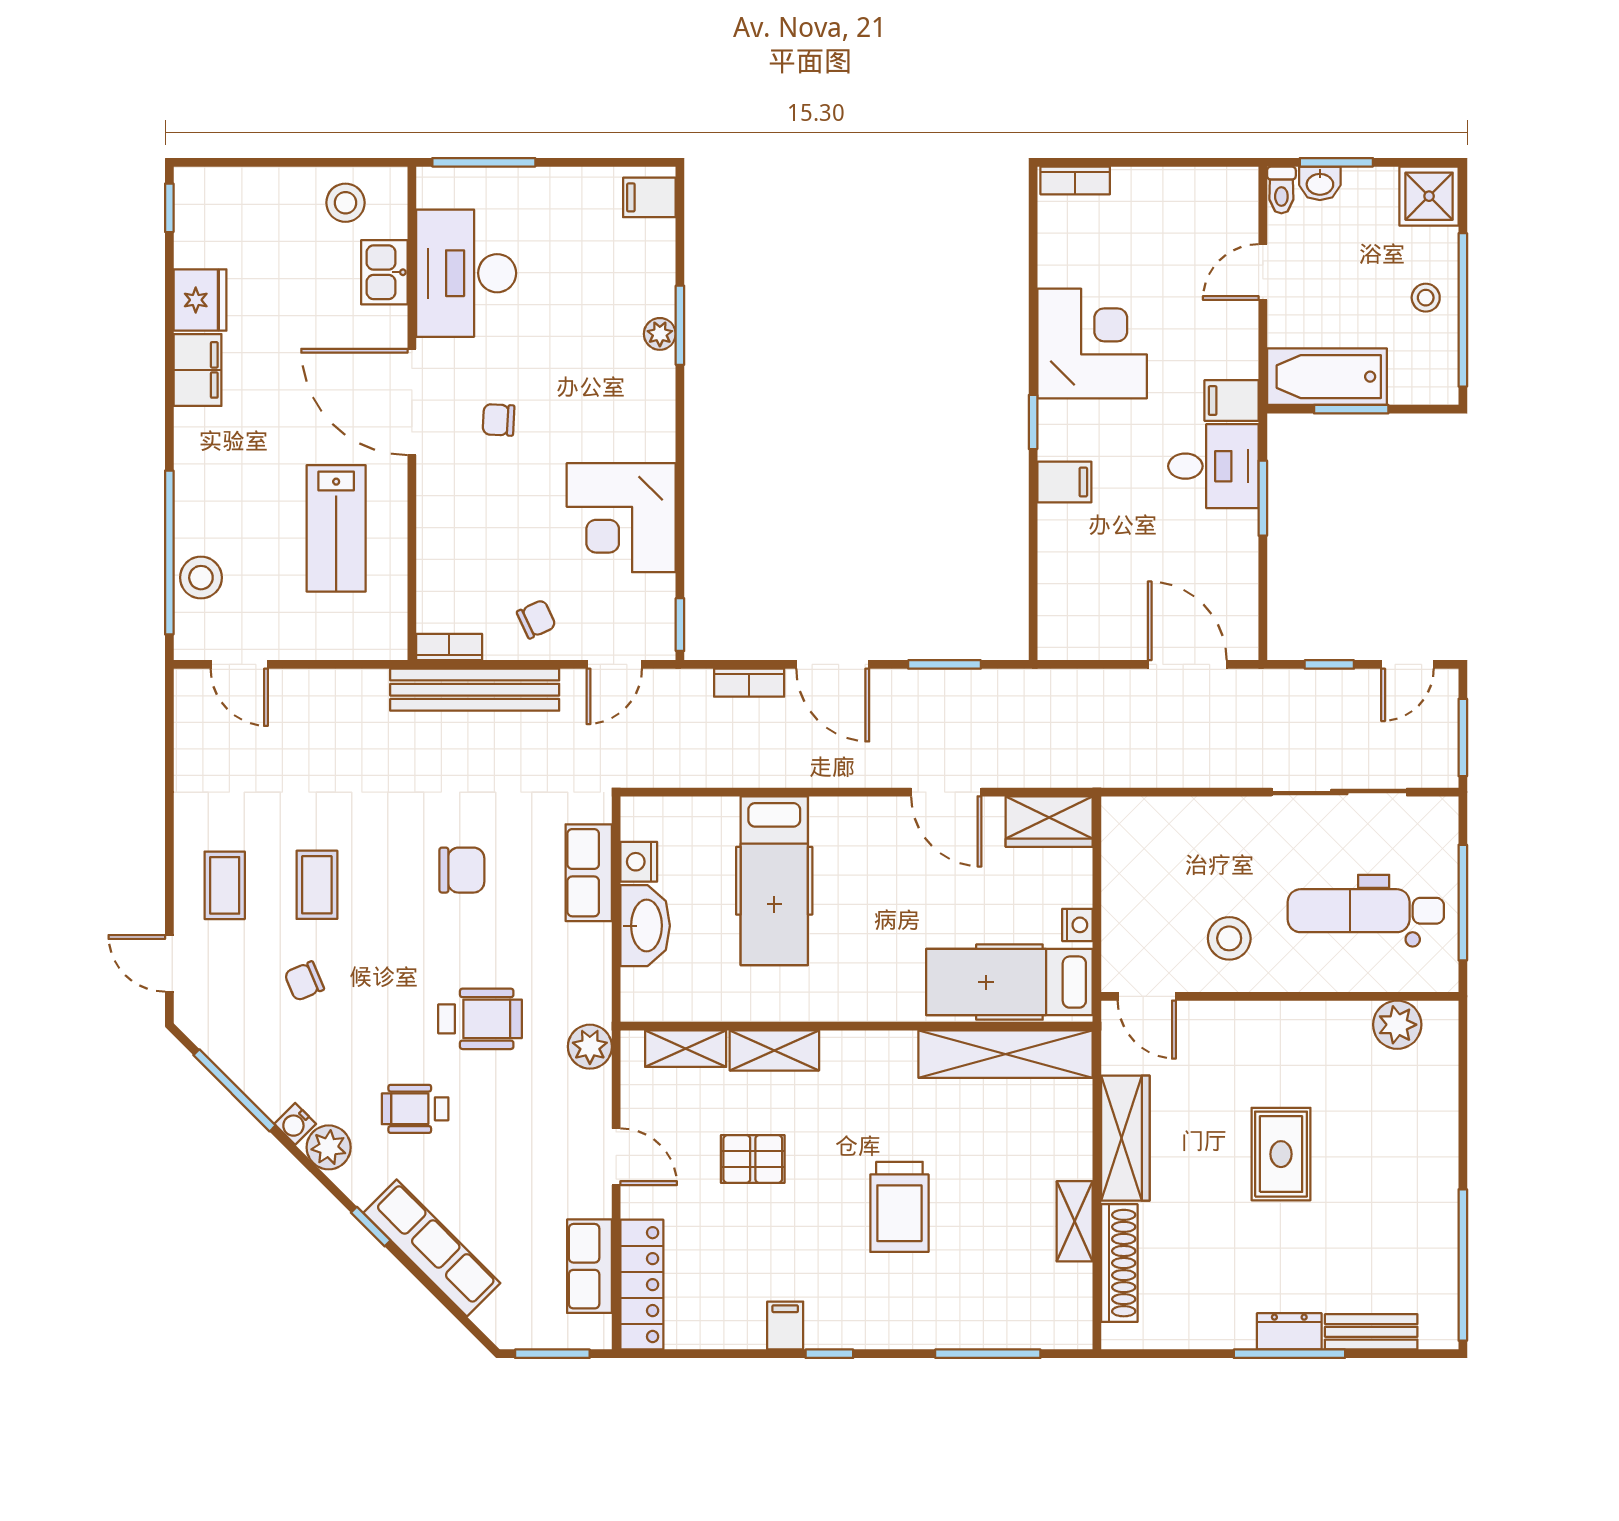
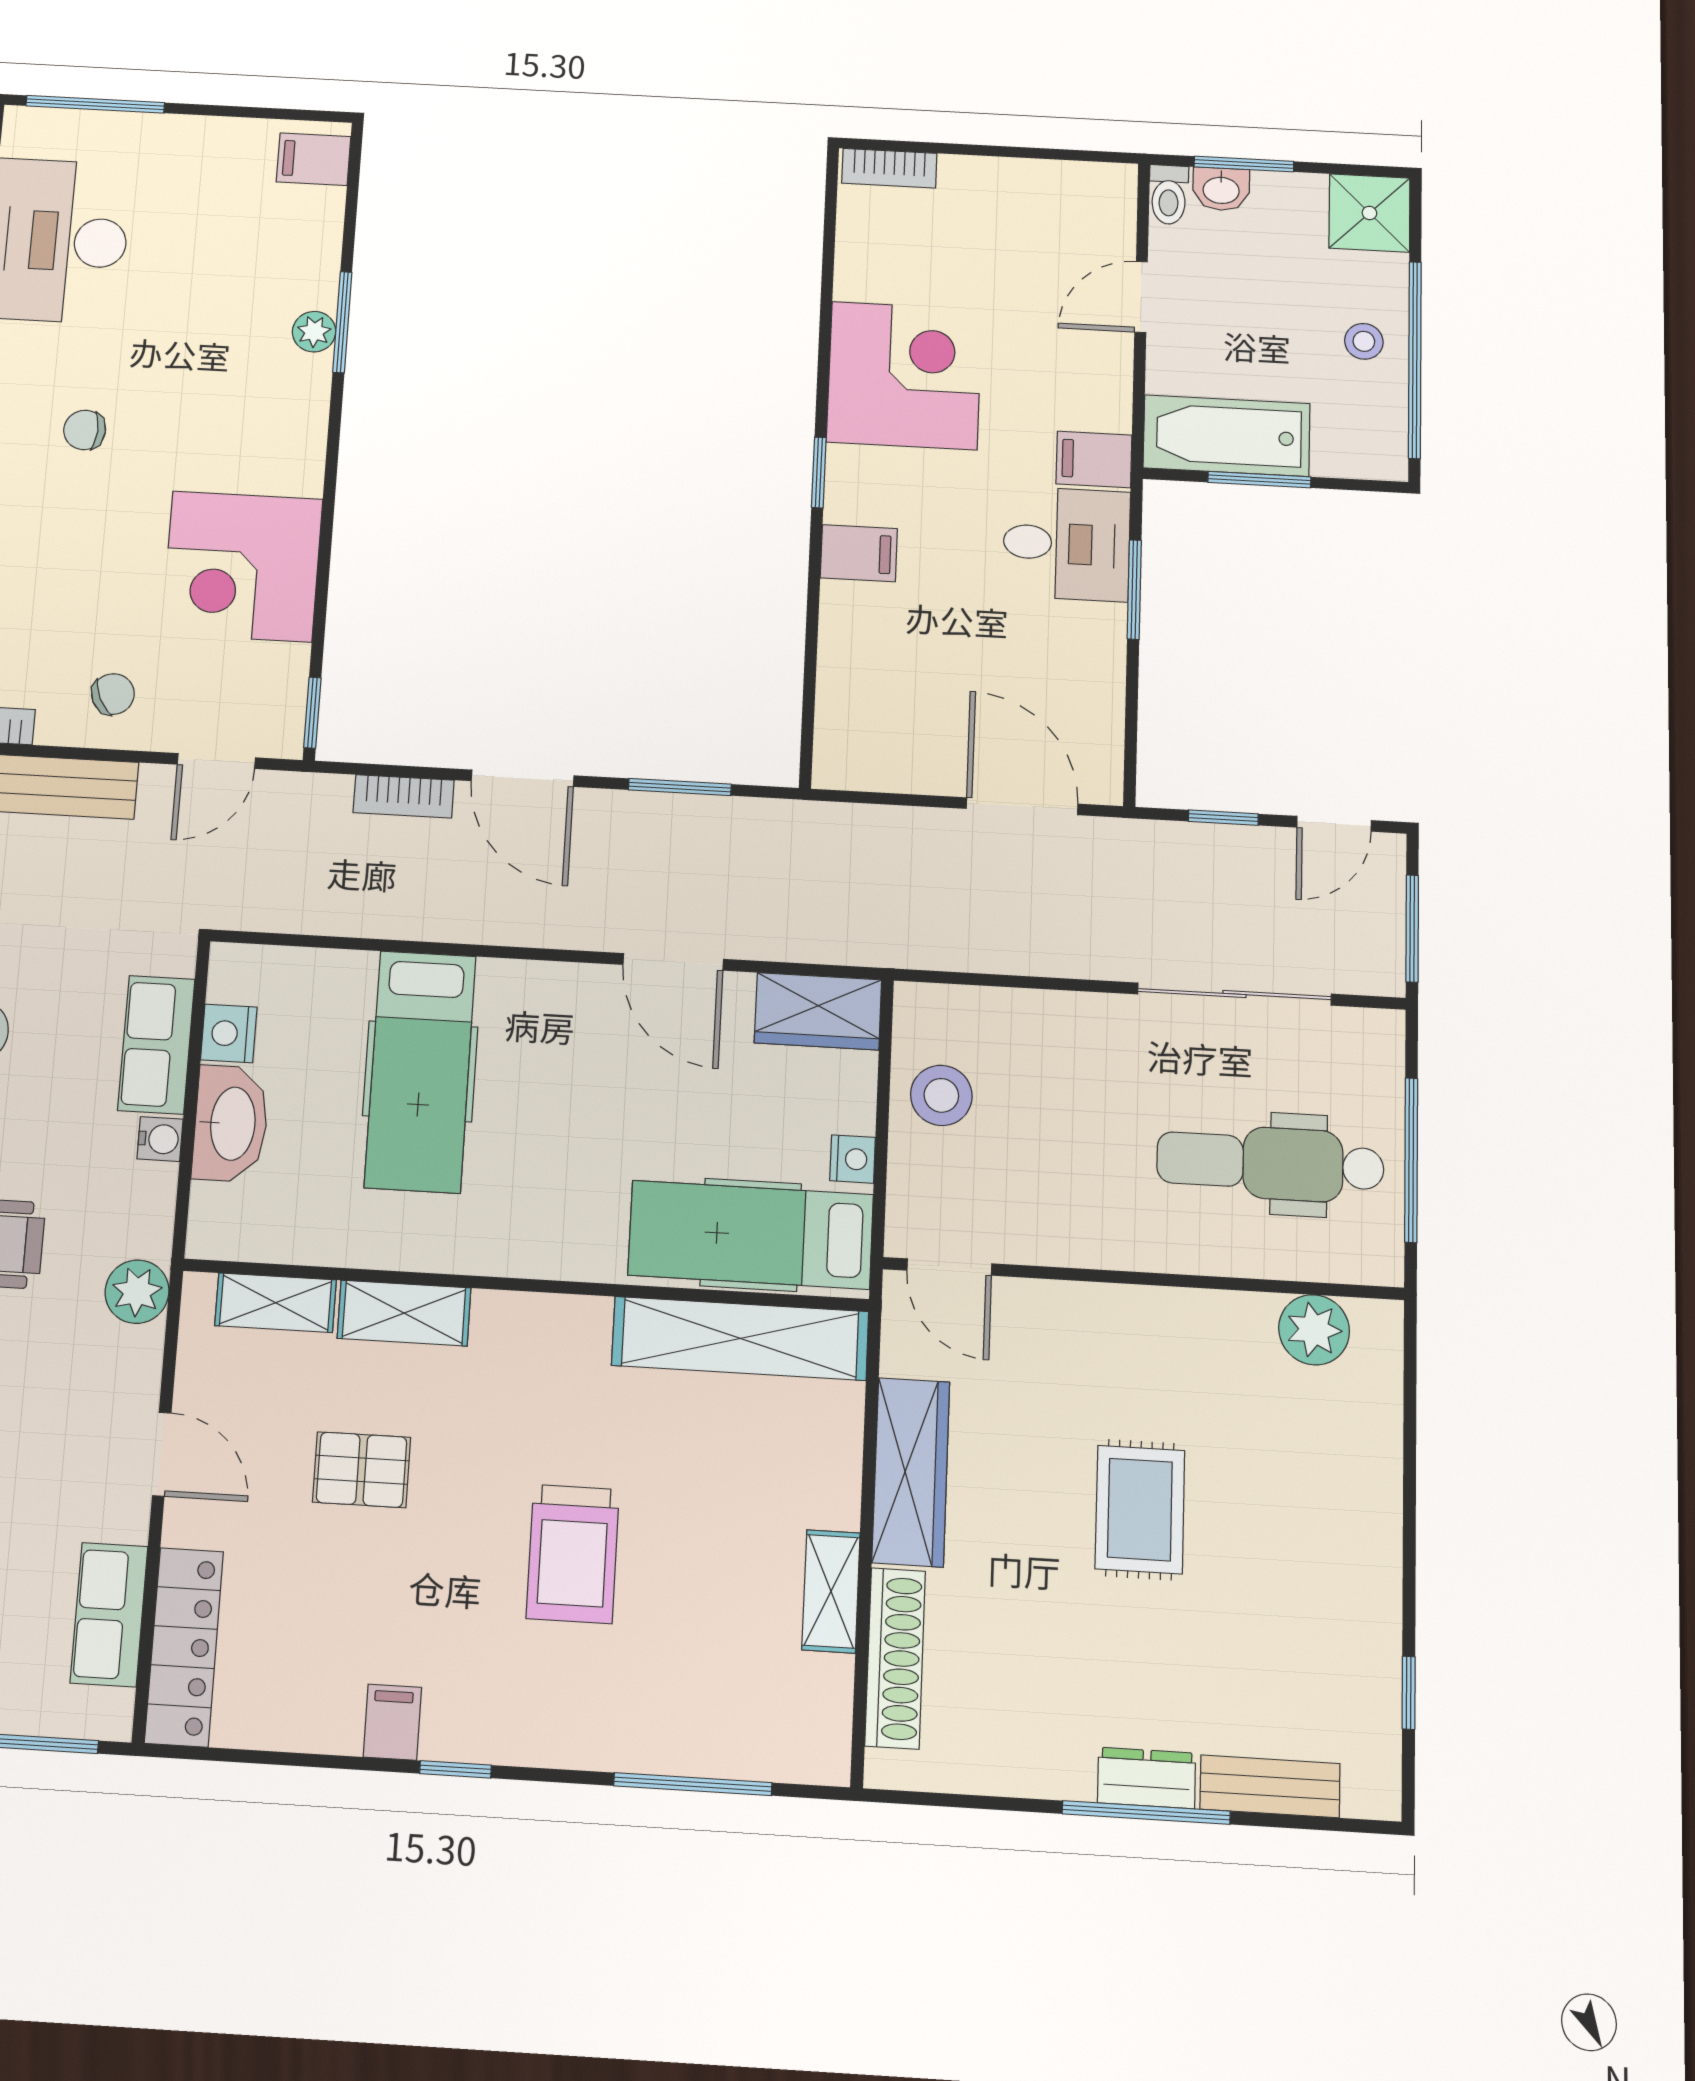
stool: (1229, 938) -> (941, 1095), moved
water cooler: (597, 939) -> (160, 1139), added
window: (1463, 1265) -> (1409, 1693), width x0.32

